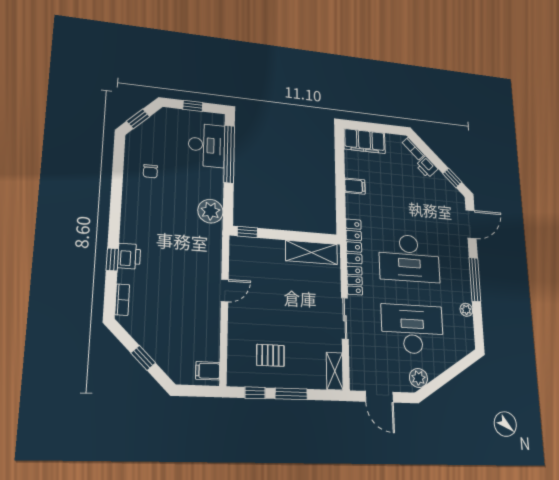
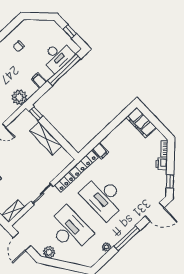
window: (138, 119) -> (37, 16), removed
filing cabinet: (355, 186) -> (100, 151), moved
filing cabinet: (213, 191) -> (39, 80), added
plant: (210, 211) -> (19, 97), moved
shelving: (312, 252) -> (46, 138), moved

